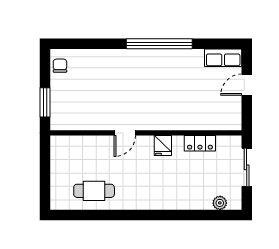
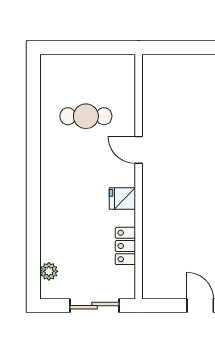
window: (45, 102) -> (178, 48), removed
cafe table: (94, 191) -> (86, 116), moved, turned 90

